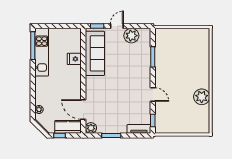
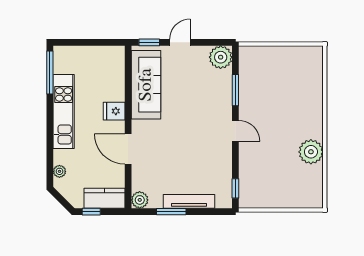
plant: (131, 36) -> (221, 57), moved
kitchen unit: (42, 52) -> (64, 112), moved
fridge: (74, 59) -> (114, 111), moved
door: (153, 94) -> (235, 131), moved
door: (83, 110) -> (128, 149), moved
tv unit: (139, 129) -> (189, 201), moved, width x1.41

